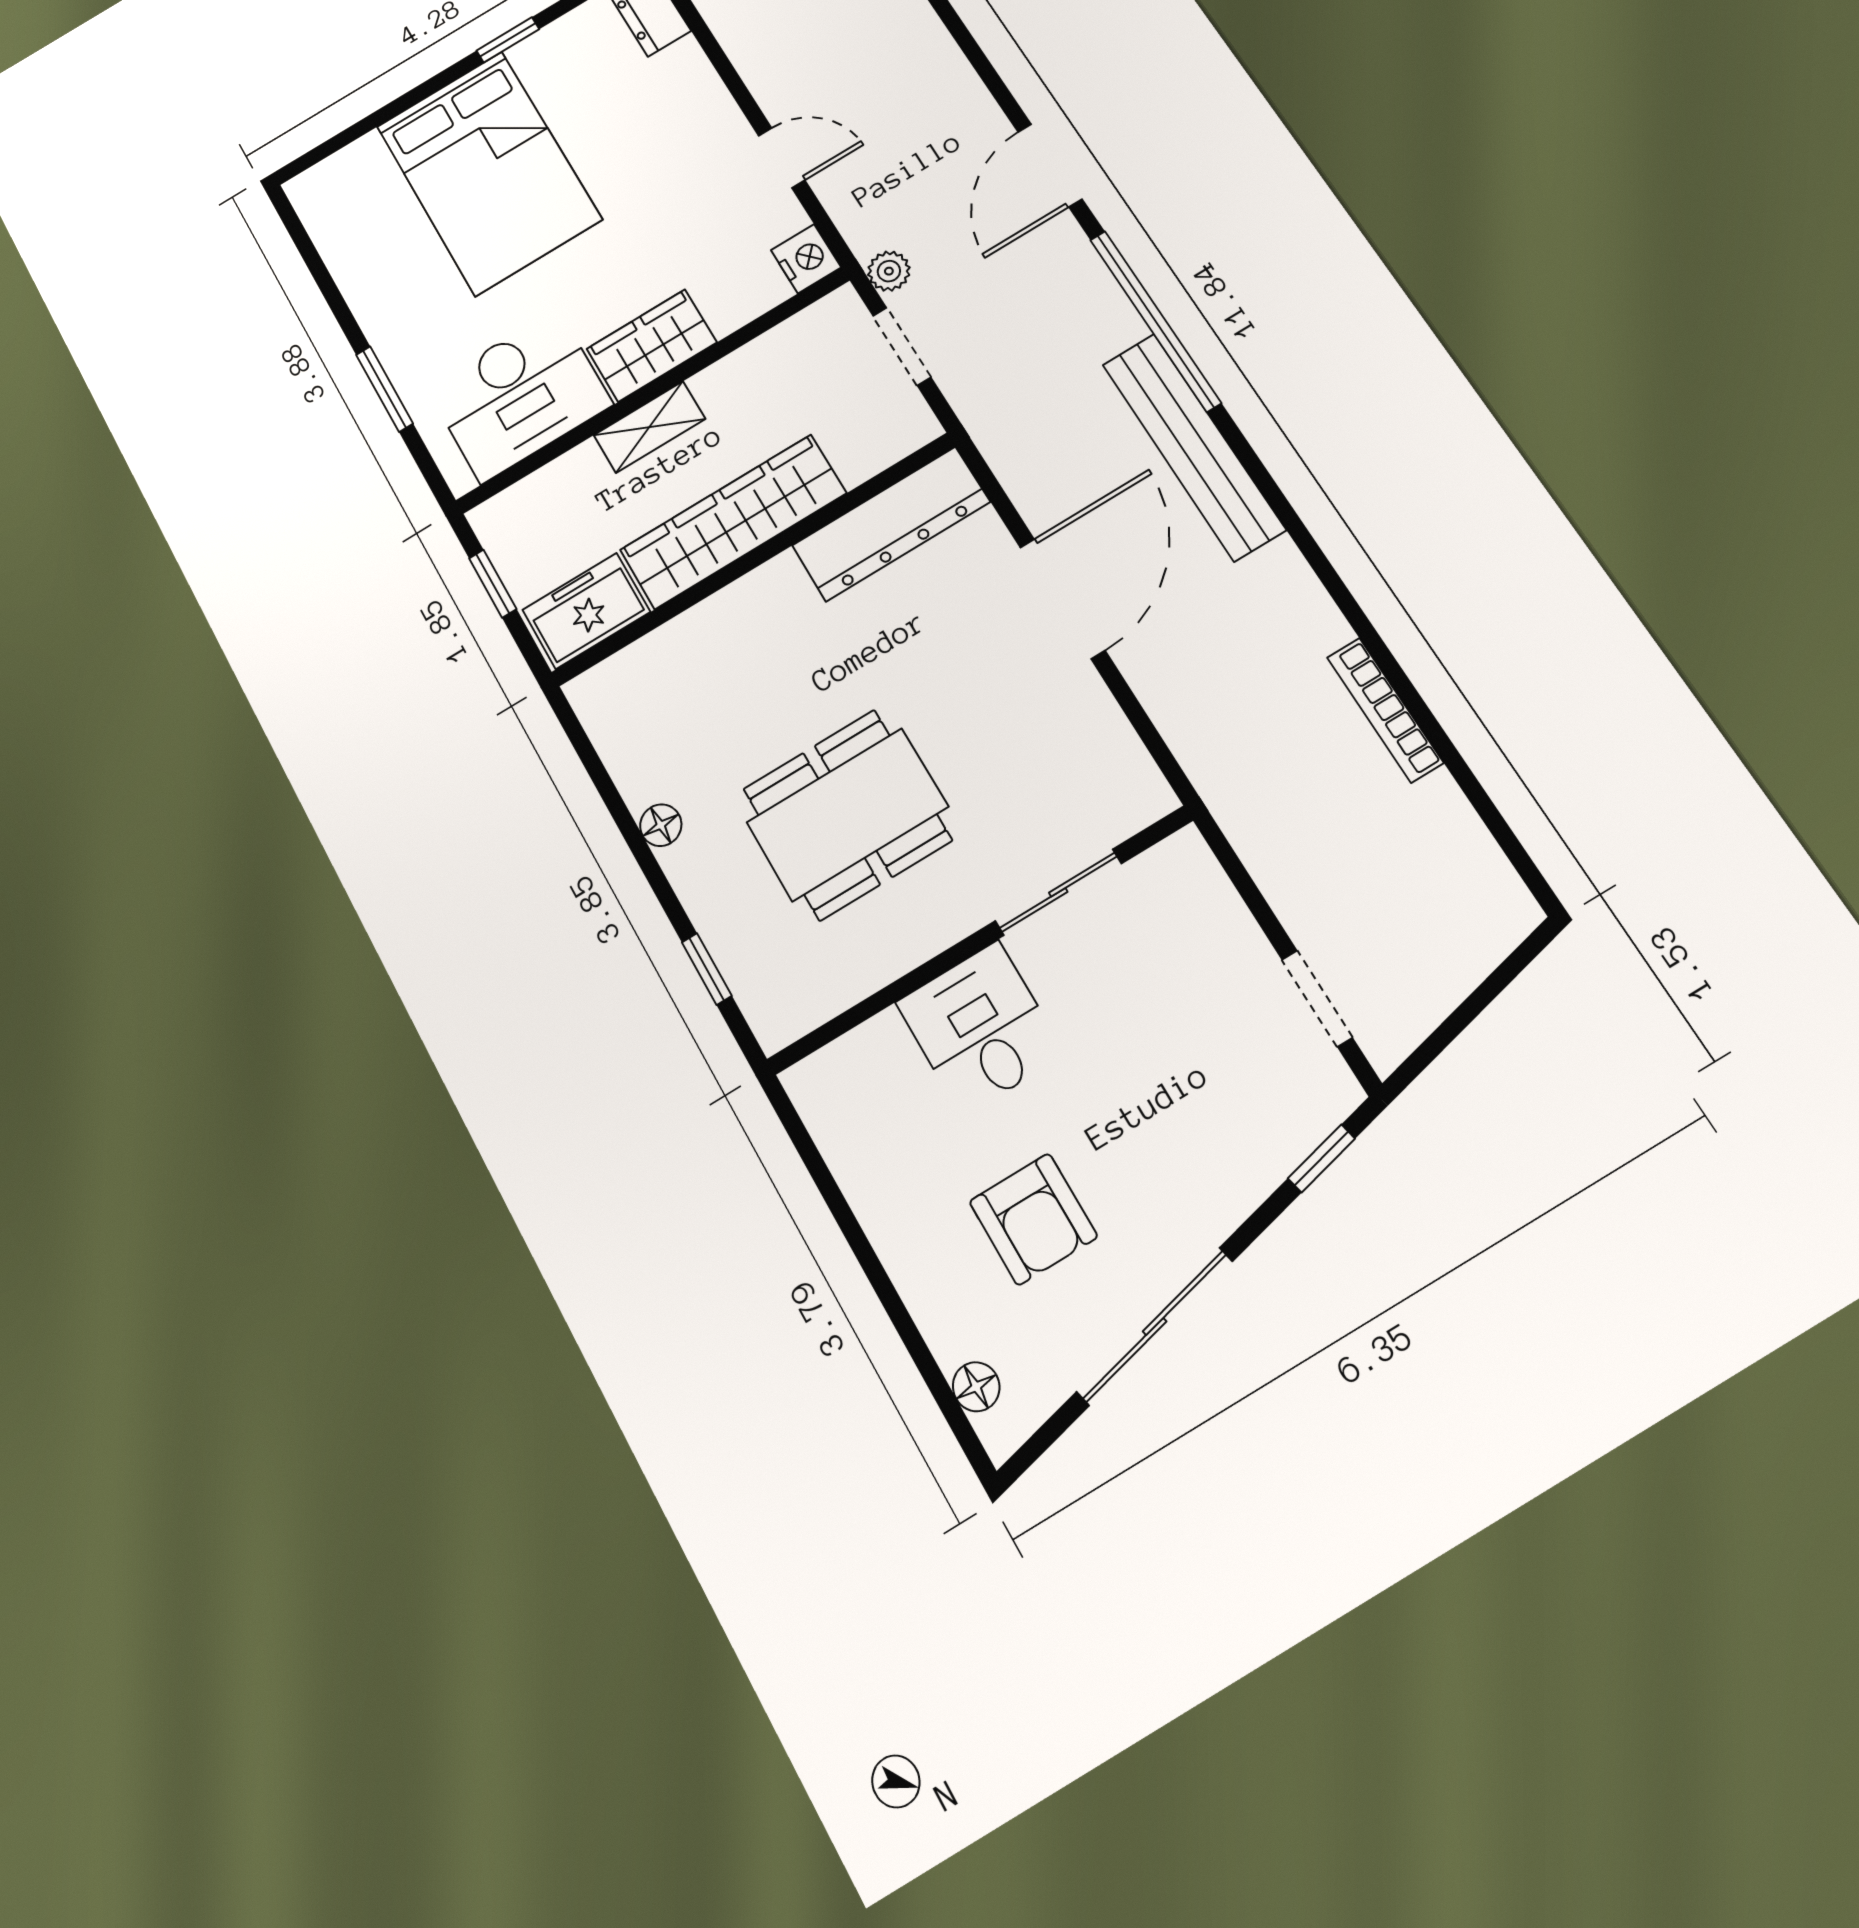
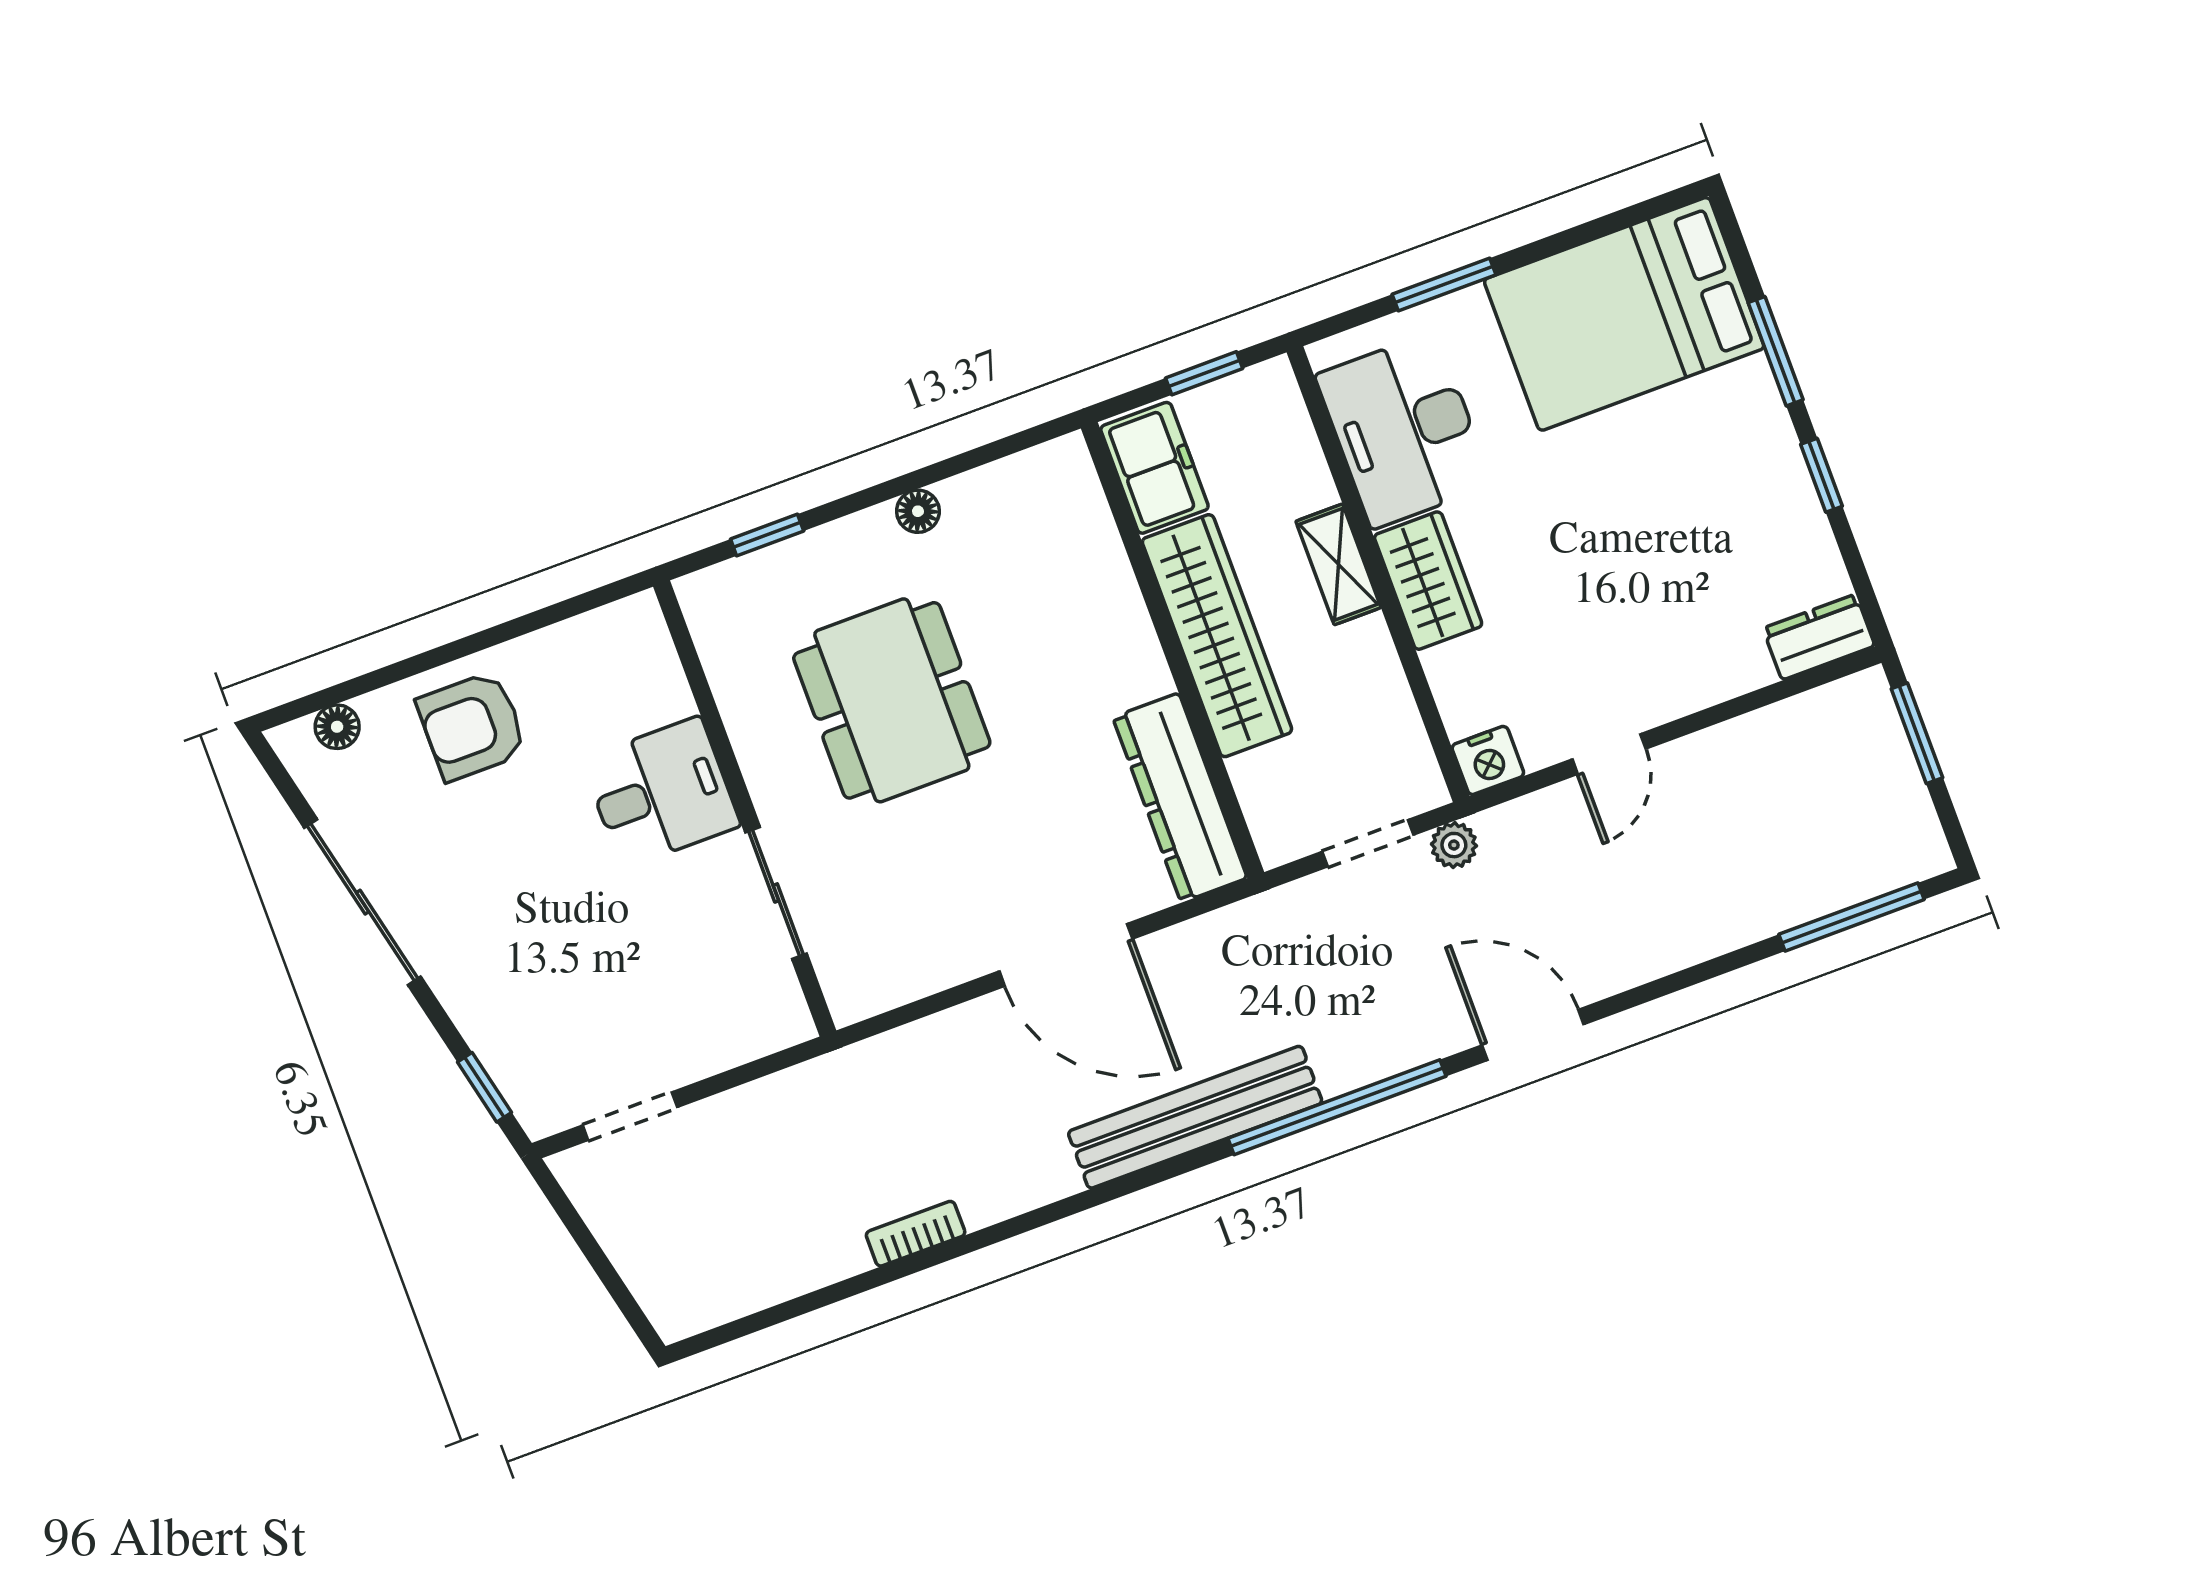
window: (406, 101) -> (1776, 351), added
bed: (489, 173) -> (1624, 314), moved
bookcase: (1385, 710) -> (916, 1234), width x0.64
armchair: (1033, 1219) -> (472, 726), moved

